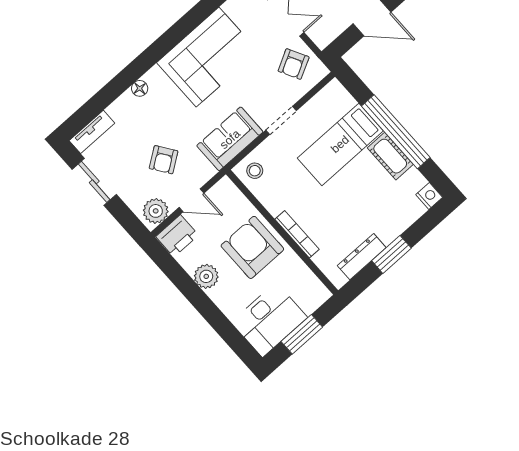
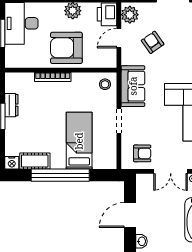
armchair: (294, 64) -> (142, 153), turned 118
cot: (390, 156) -> (35, 161), moved
armchair: (252, 247) -> (66, 48), turned 180
dresser: (362, 257) -> (11, 105), width x0.70

